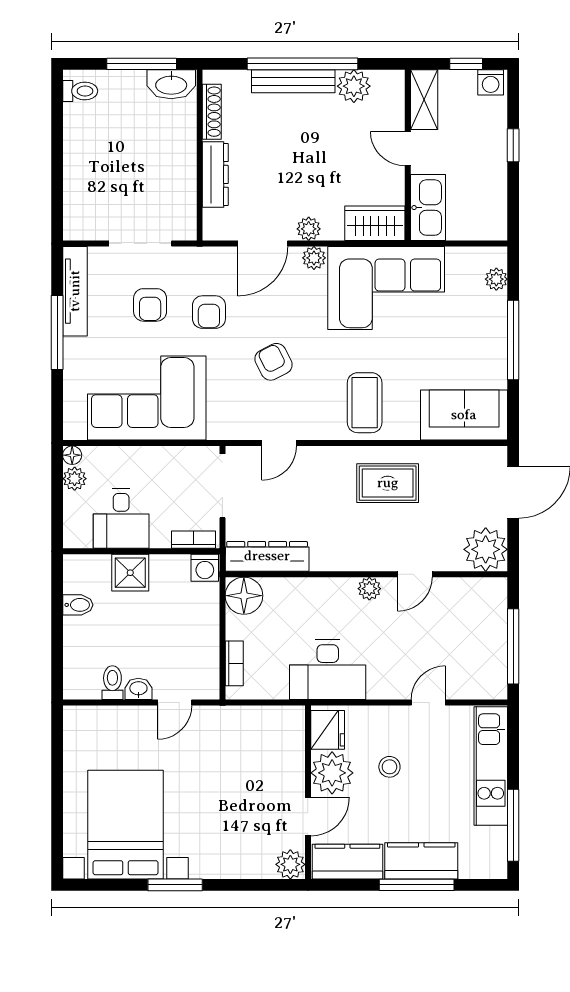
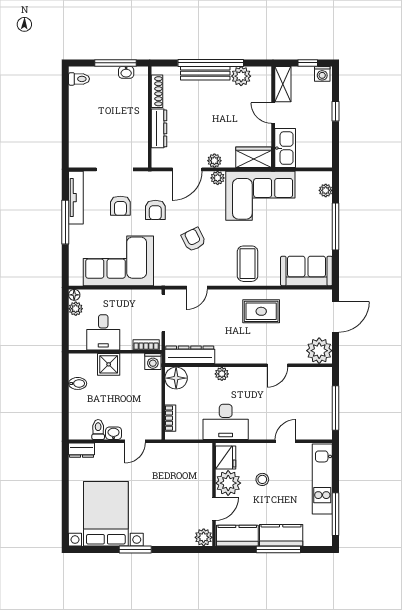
washbasin: (171, 84) -> (126, 72), width x0.52, depth x0.69
plant: (369, 589) -> (222, 374), moved
dresser: (84, 717) -> (82, 450), added

